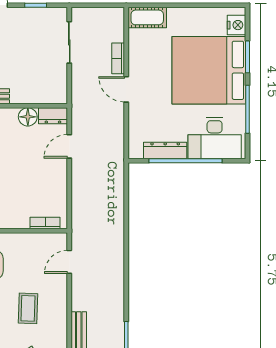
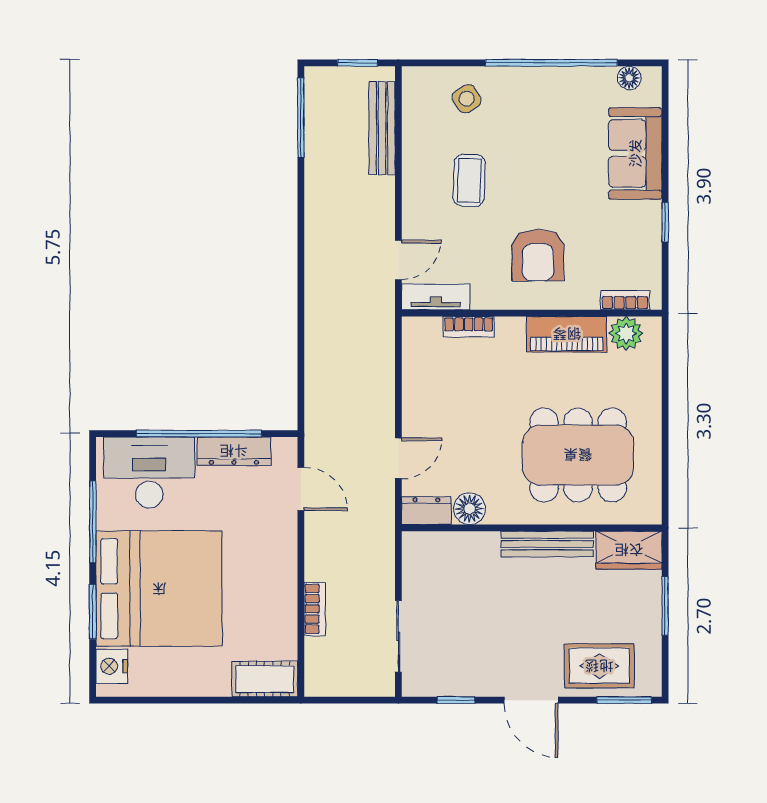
door: (126, 89) -> (301, 489), moved
bookcase: (45, 223) -> (469, 327), moved
tv unit: (48, 240) -> (436, 297), added

